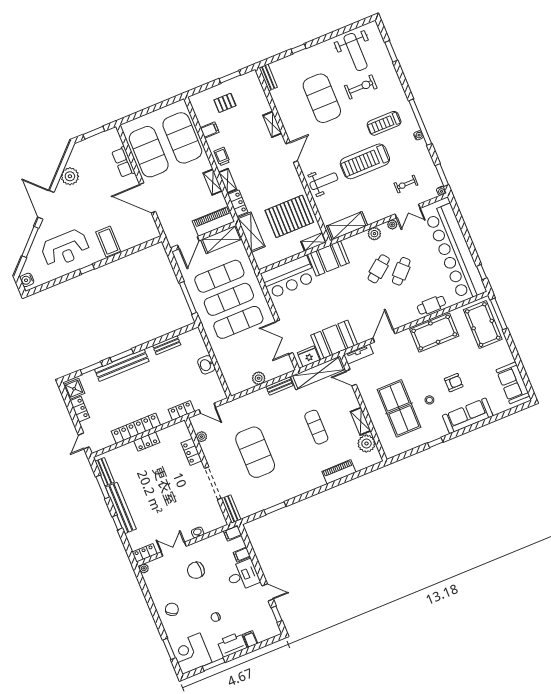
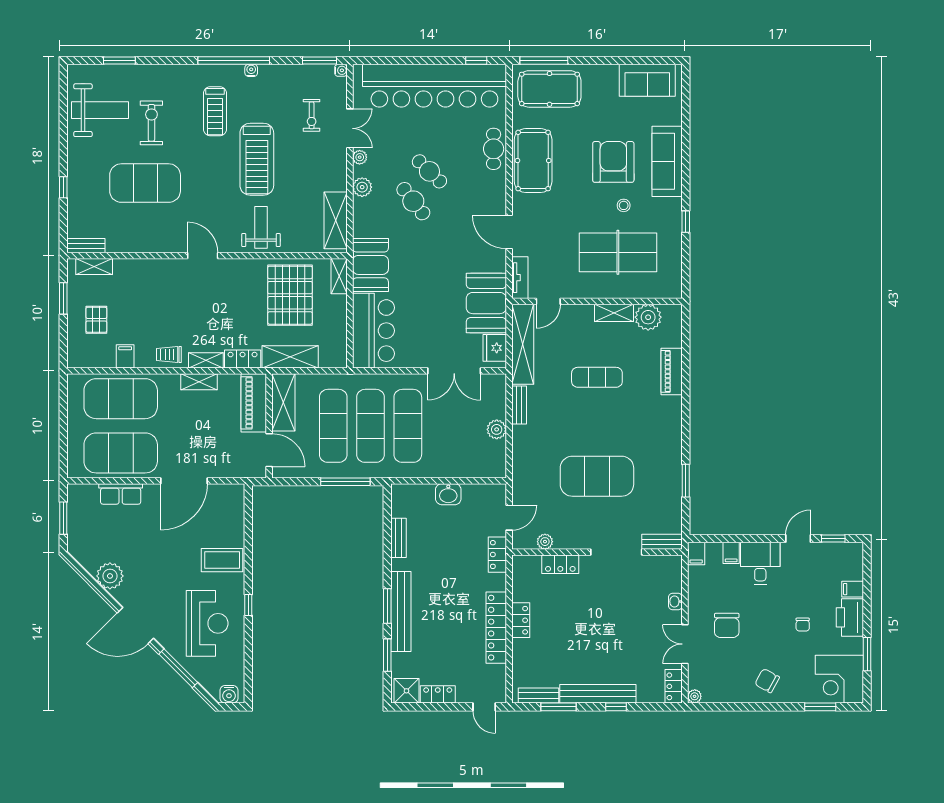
shelving: (272, 124) -> (94, 267), moved
armchair: (454, 383) -> (613, 162), width x1.88, depth x1.88

